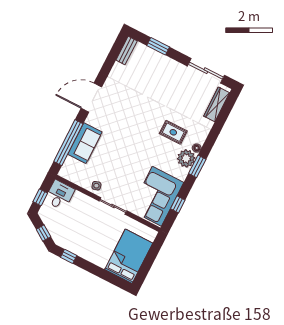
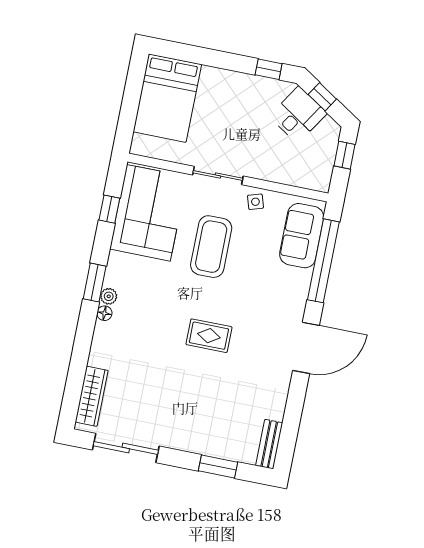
rug: (173, 132) -> (209, 336), moved
sofa: (85, 143) -> (302, 236), moved
plant: (186, 158) -> (109, 296), width x0.53, depth x0.53
coffee table: (128, 168) -> (211, 247), added
desk: (60, 195) -> (298, 115), moved, turned -147

